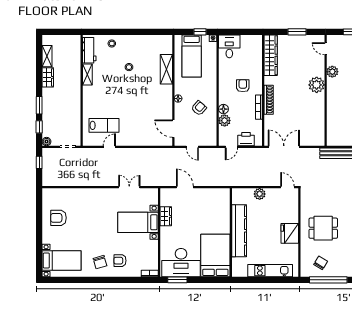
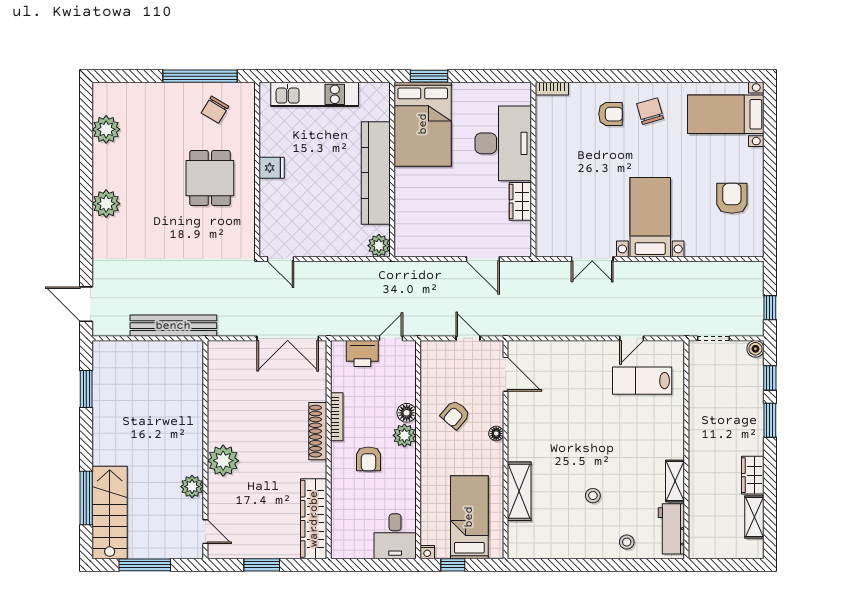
plant: (225, 121) -> (404, 435), moved
plant: (260, 194) -> (379, 246), moved
armchair: (58, 218) -> (732, 198), turned -90
bed with nightstands: (138, 222) -> (650, 217), moved, turned -90
dining table: (323, 228) -> (210, 178), turned 90
fridge: (290, 233) -> (272, 168), width x0.53, depth x0.75
desk: (181, 263) -> (503, 143), moved, turned 90
window: (177, 280) -> (429, 76), moved

